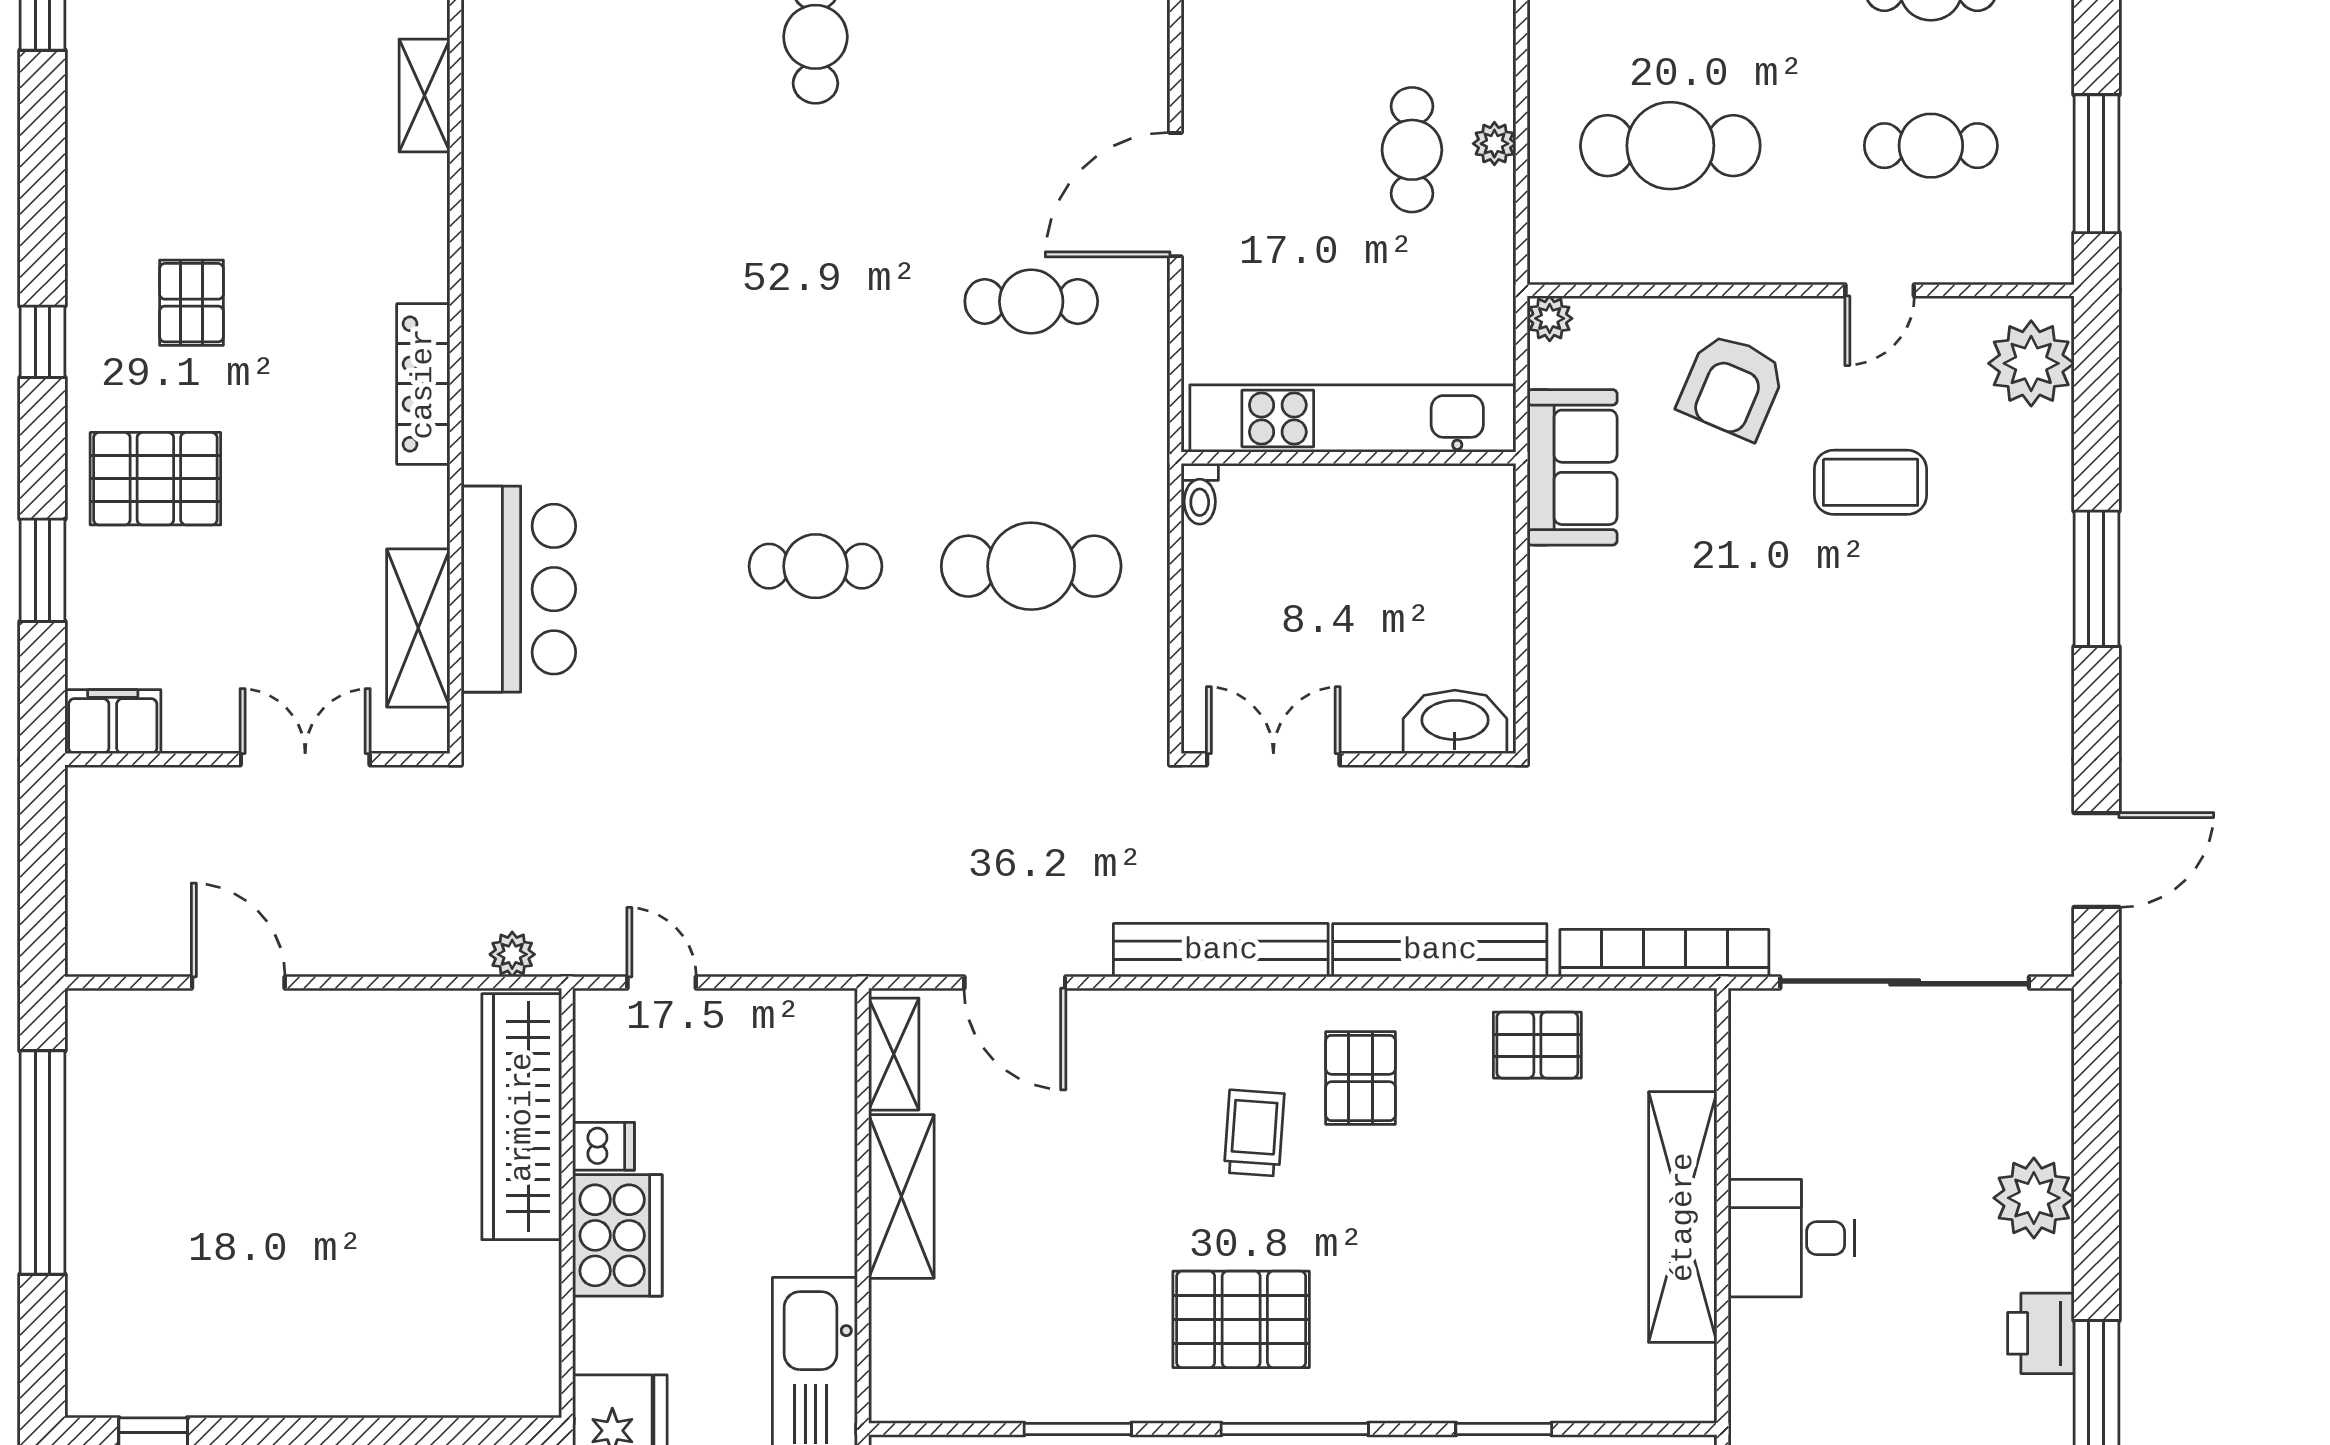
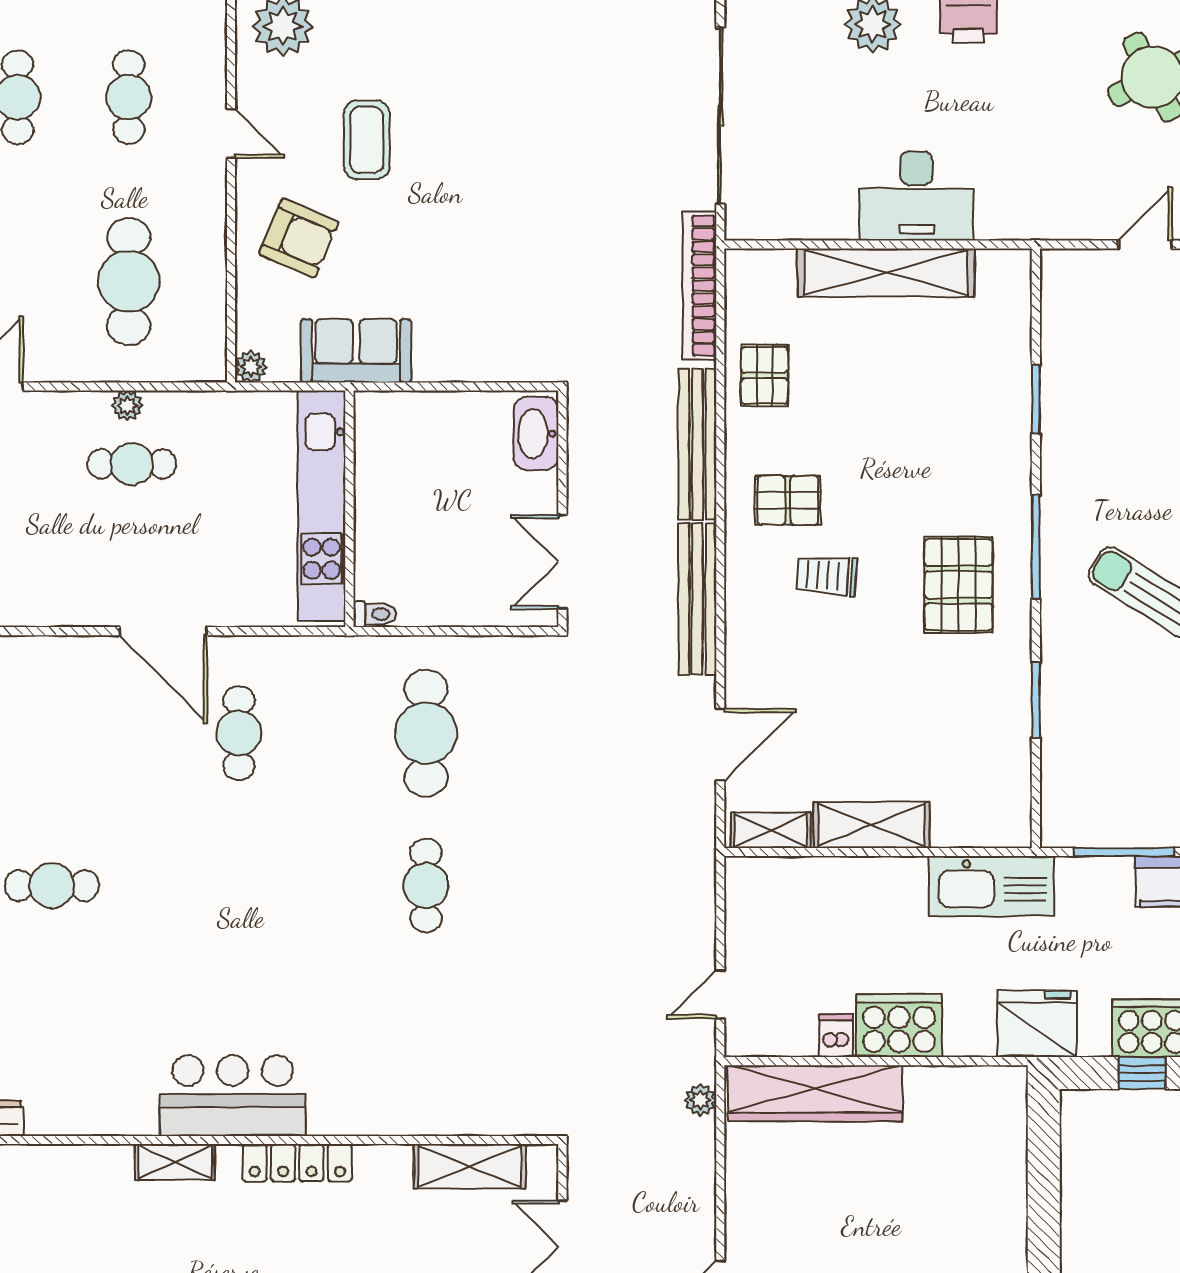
shelving: (424, 96) -> (175, 1162), moved
bar counter: (518, 589) -> (233, 1096), moved
desk: (1791, 1238) -> (916, 196), width x1.37

